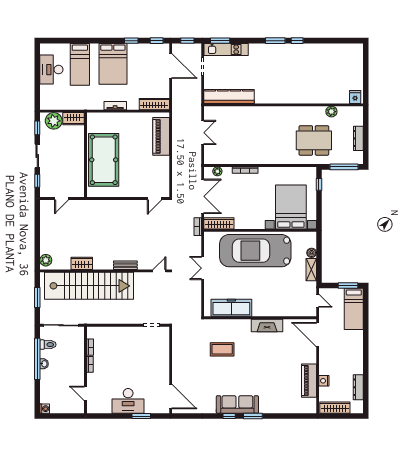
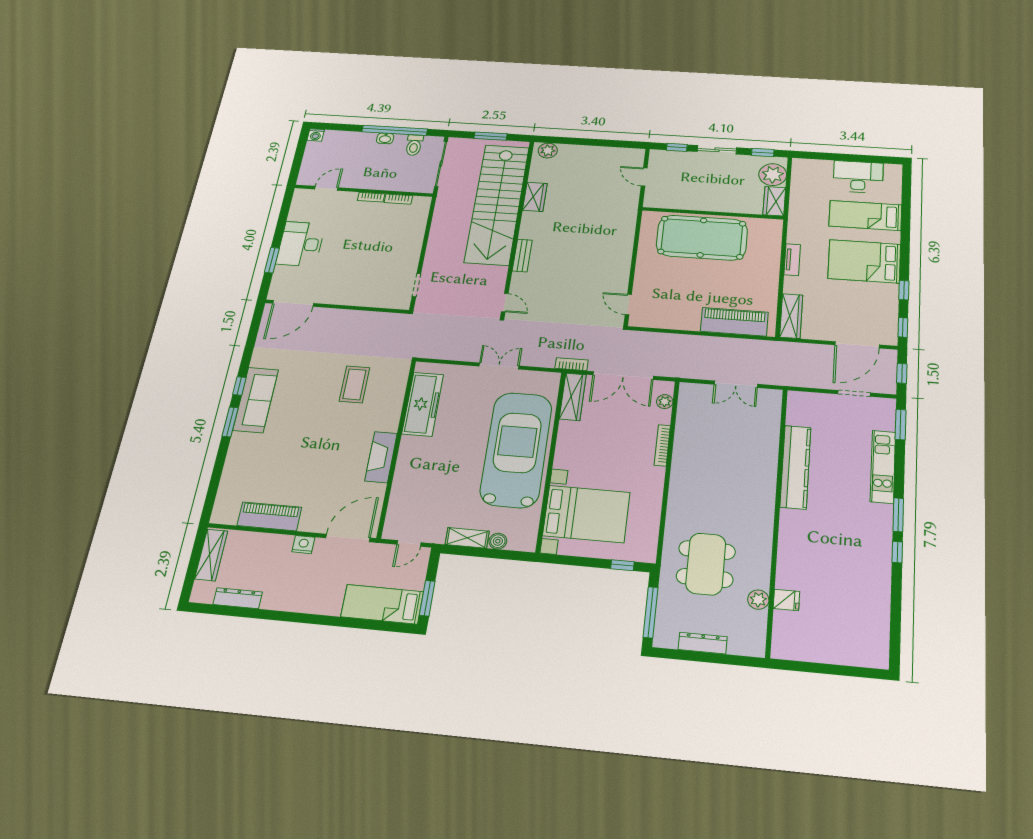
kitchen unit: (226, 49) -> (883, 467), moved
kitchen counter: (229, 96) -> (795, 467), moved
fridge: (355, 97) -> (786, 600), moved
nightstand: (324, 381) -> (303, 545), moved

